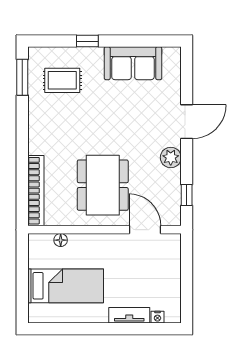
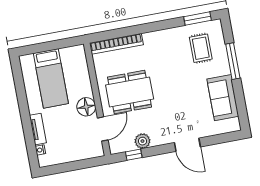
window: (87, 41) -> (233, 61), width x2.17
plant: (171, 157) -> (142, 141), moved
floor lamp: (61, 240) -> (86, 107), moved, width x1.89, depth x1.89

